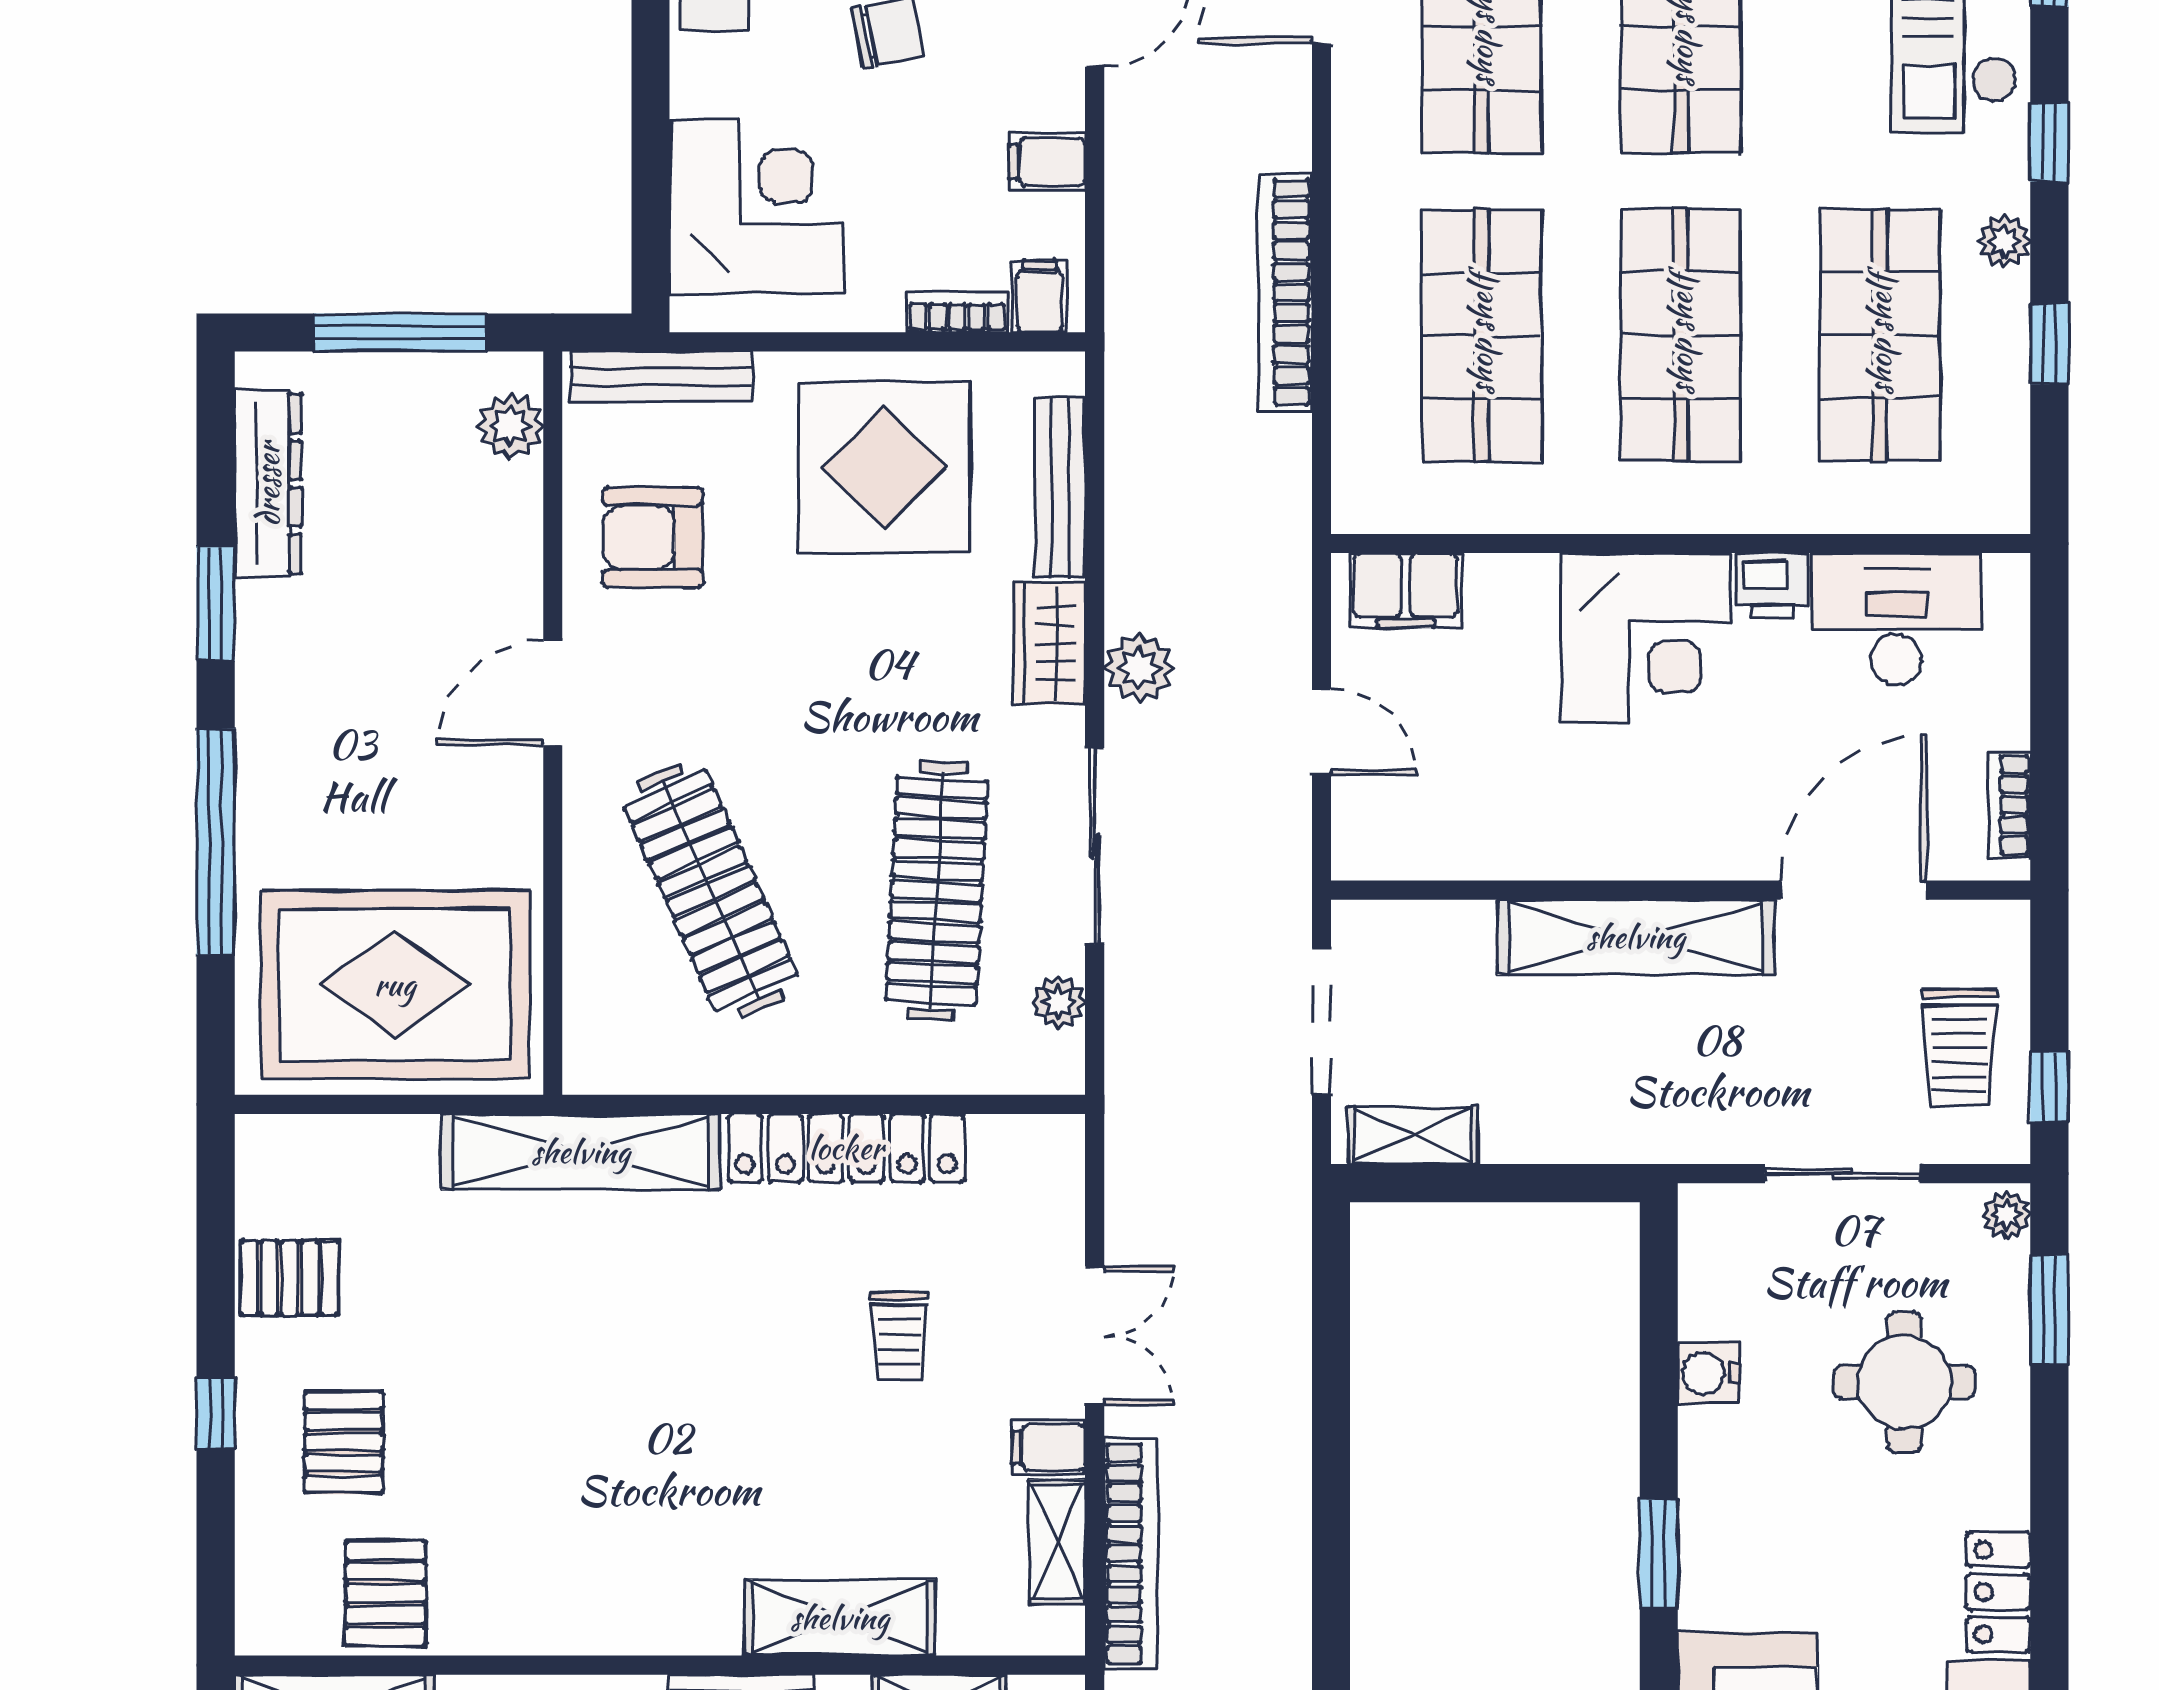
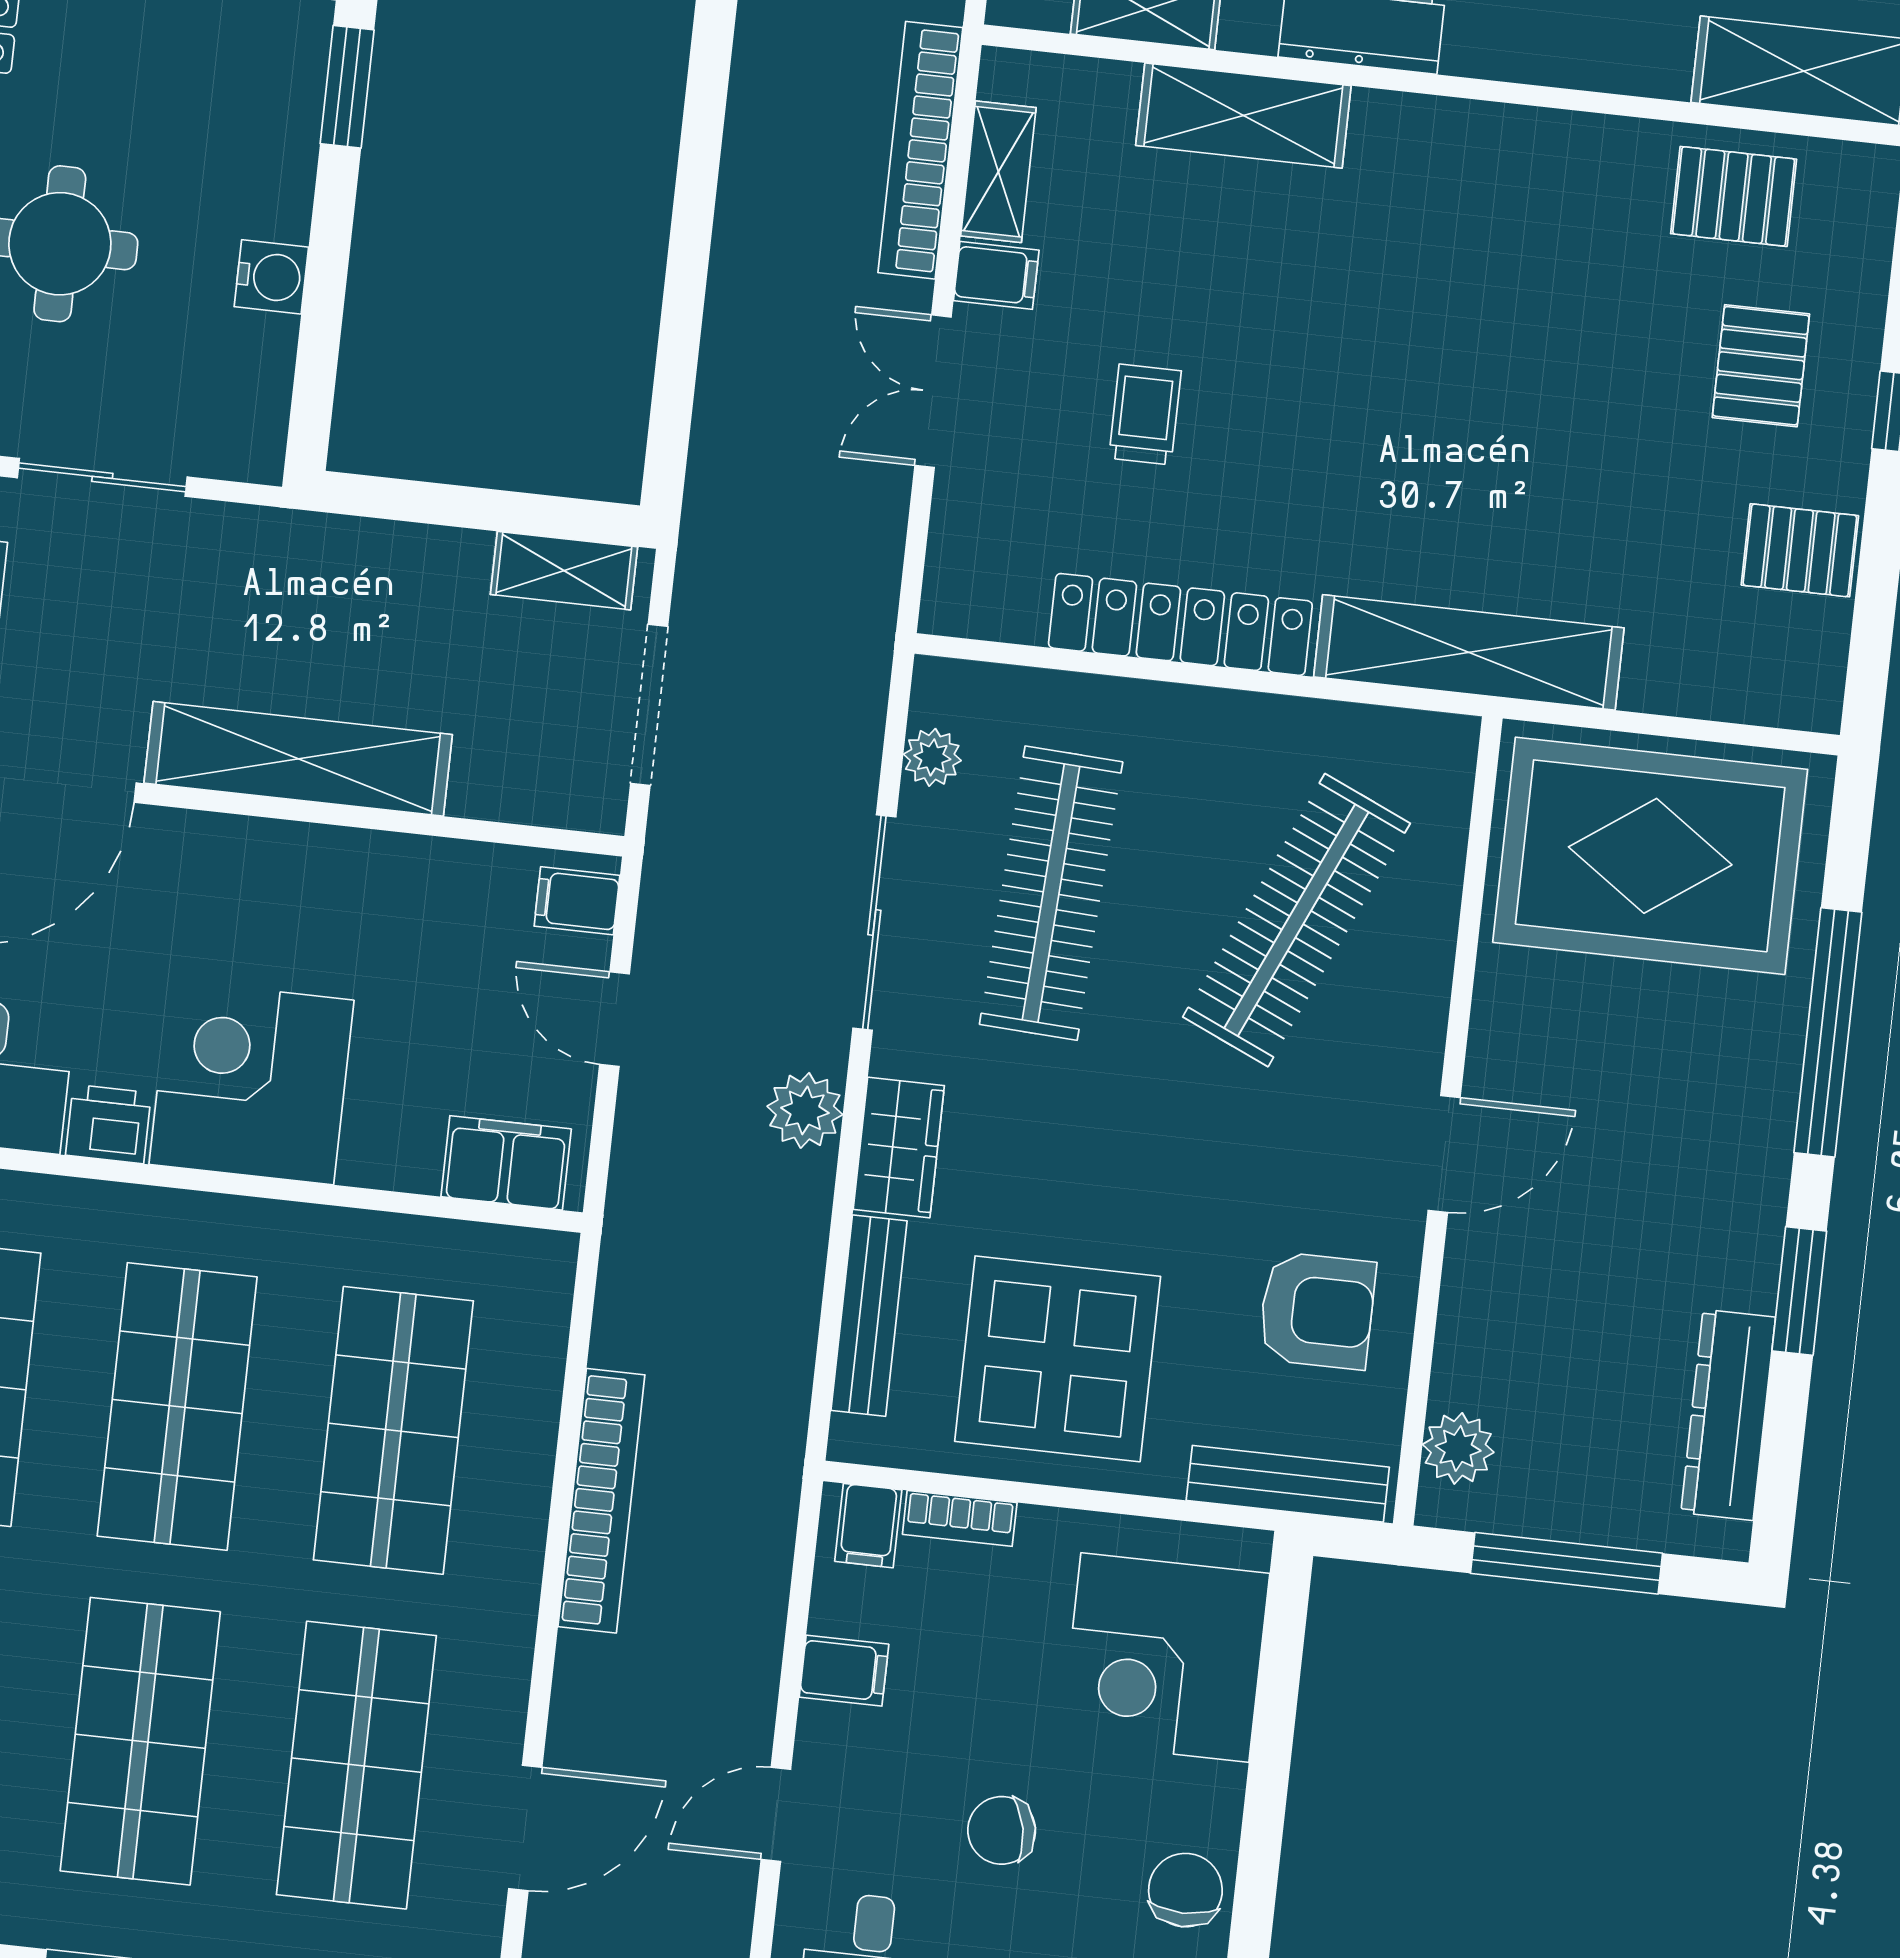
filing cabinet: (1368, 836) -> (577, 901), added
clothes rail: (711, 891) -> (1296, 920), turned 48
pallet: (385, 1593) -> (1734, 196), turned 90

